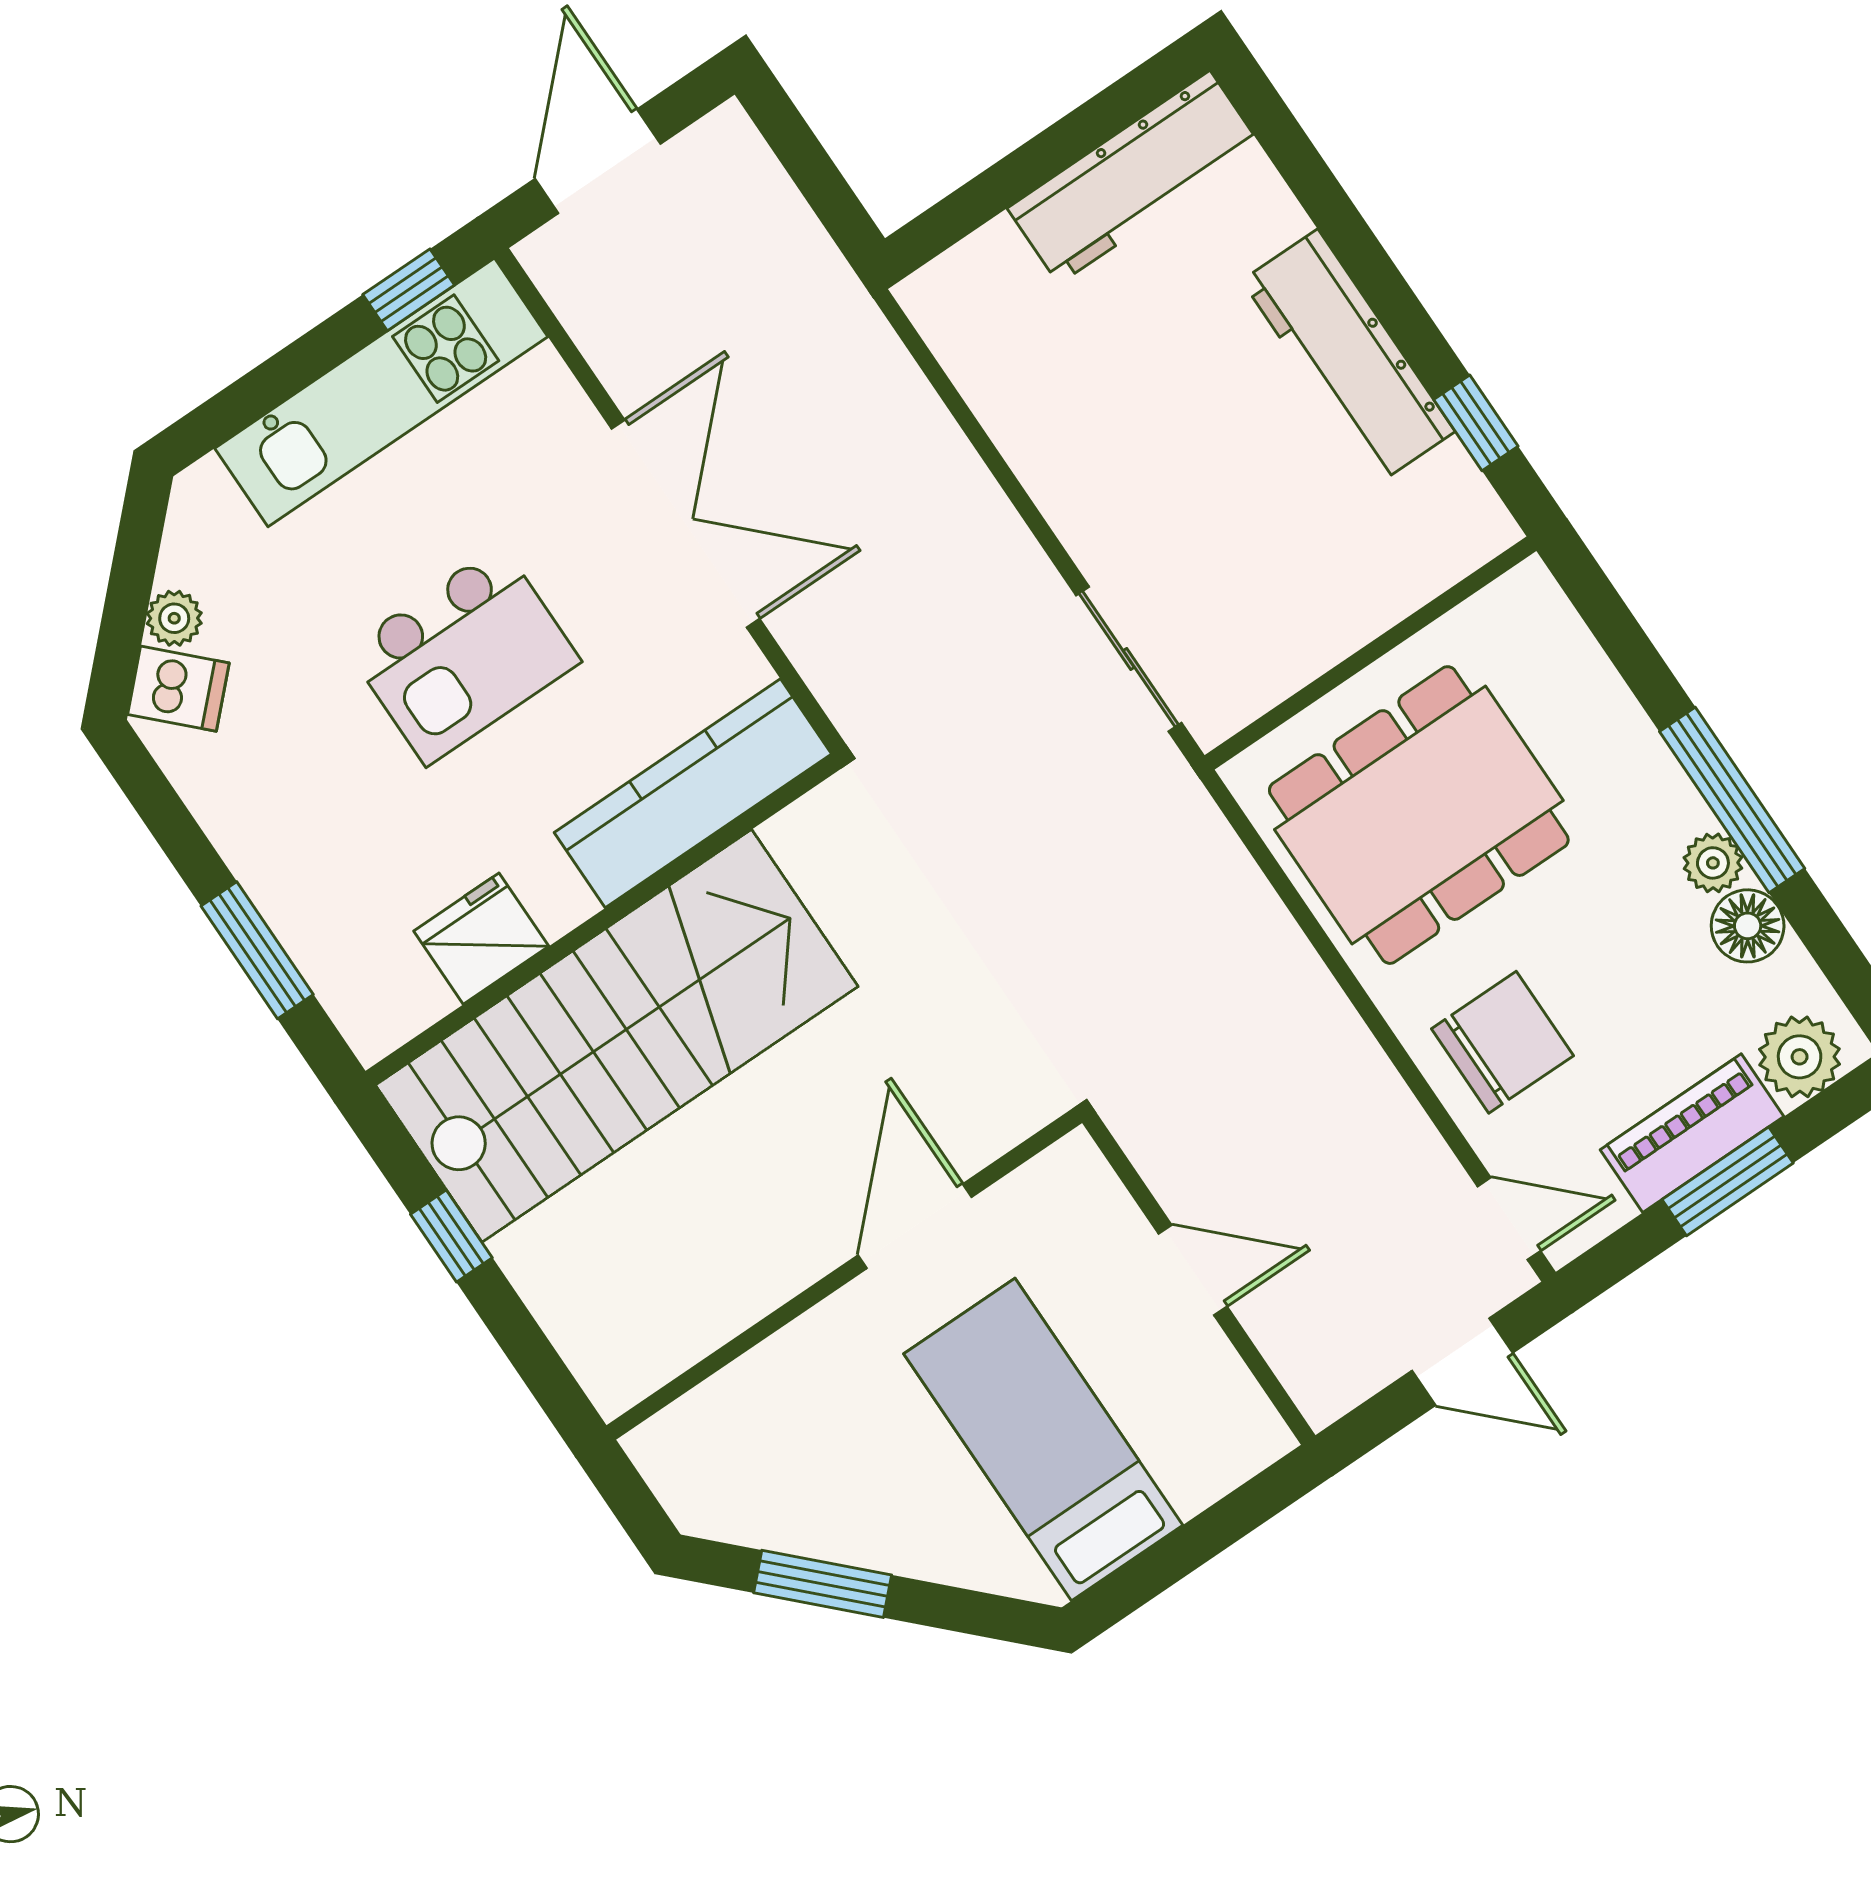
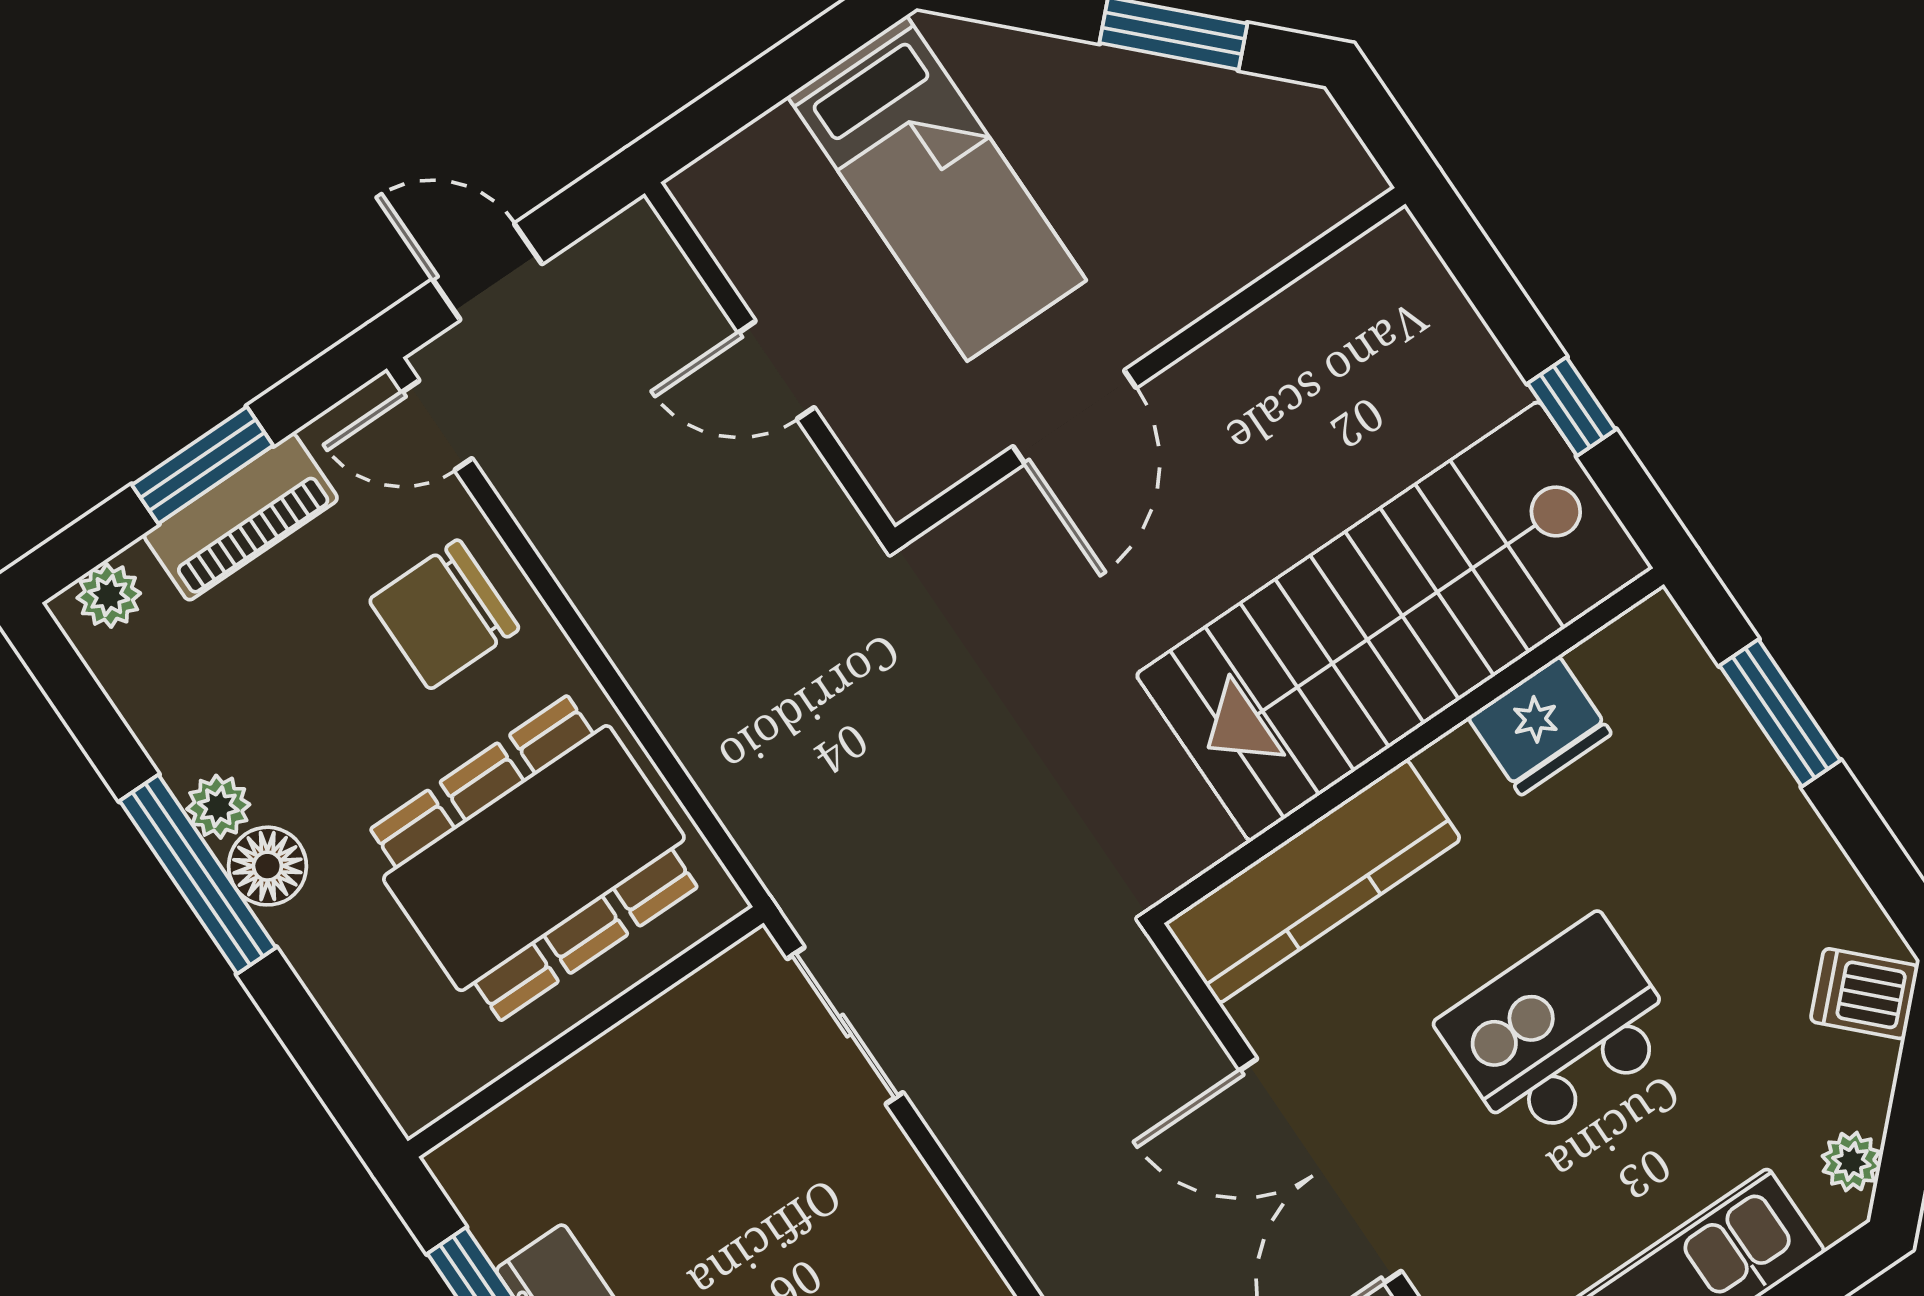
plant: (174, 618) -> (1851, 1162), moved
floor lamp: (1748, 926) -> (267, 866), moved
plant: (1800, 1057) -> (109, 596), width x0.73, depth x0.73

